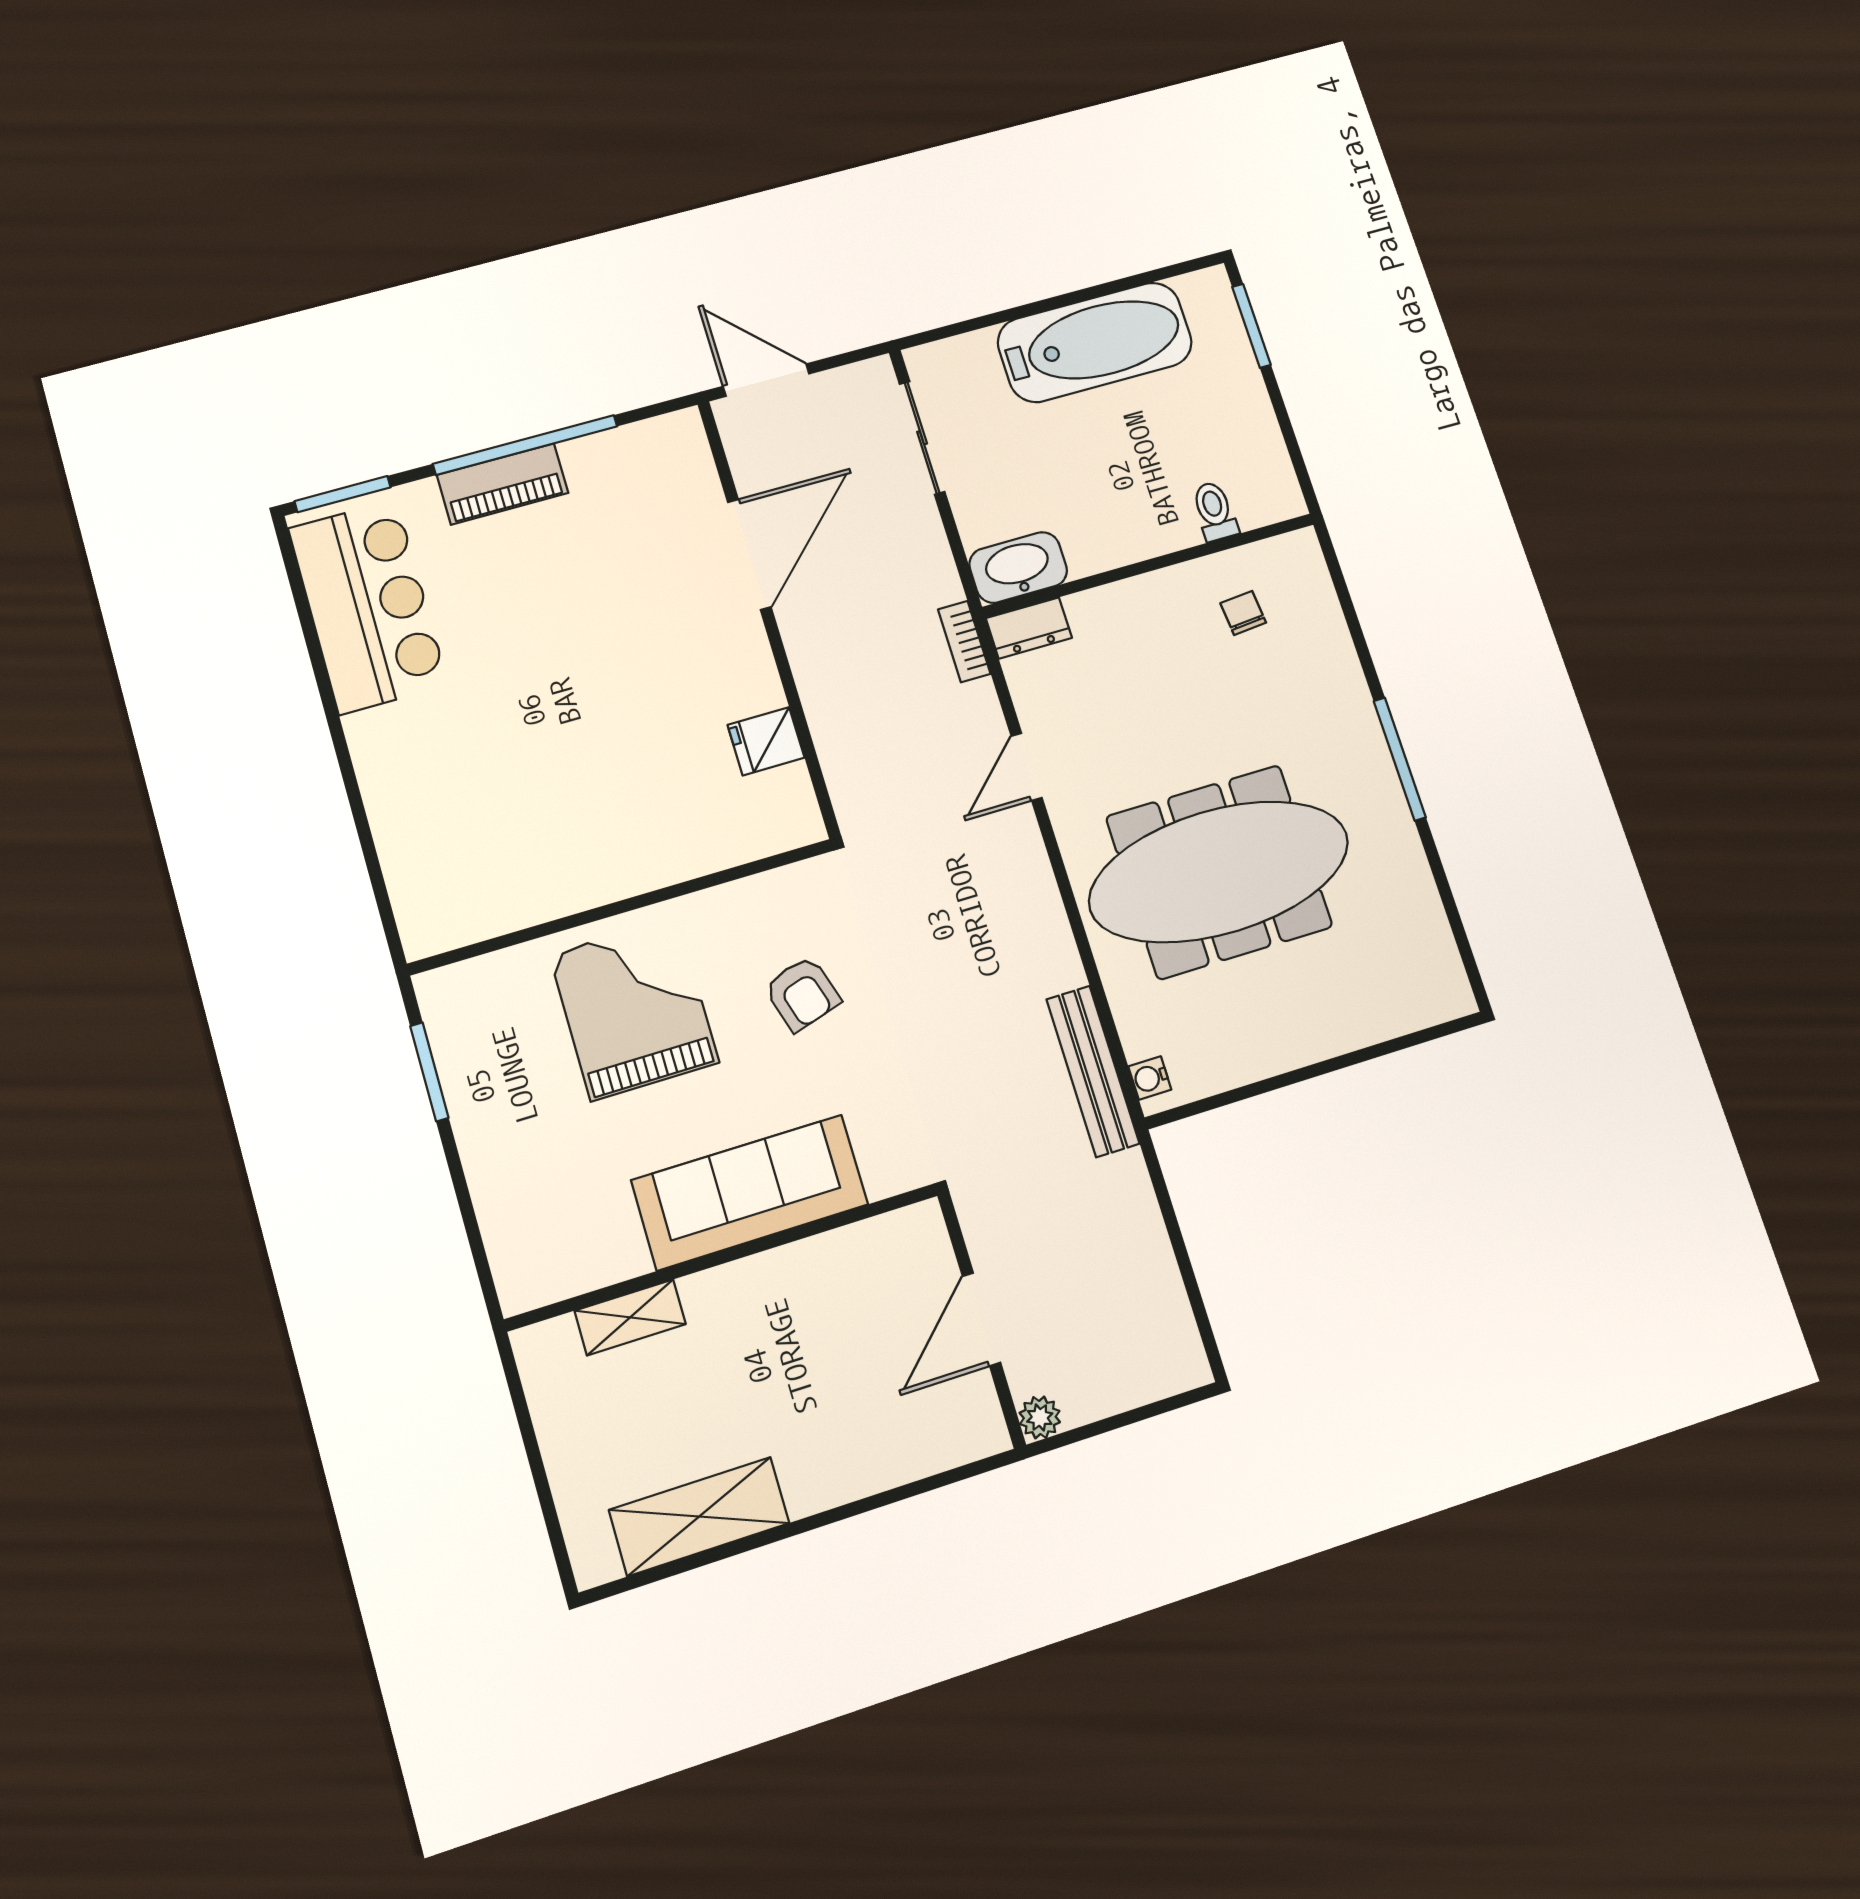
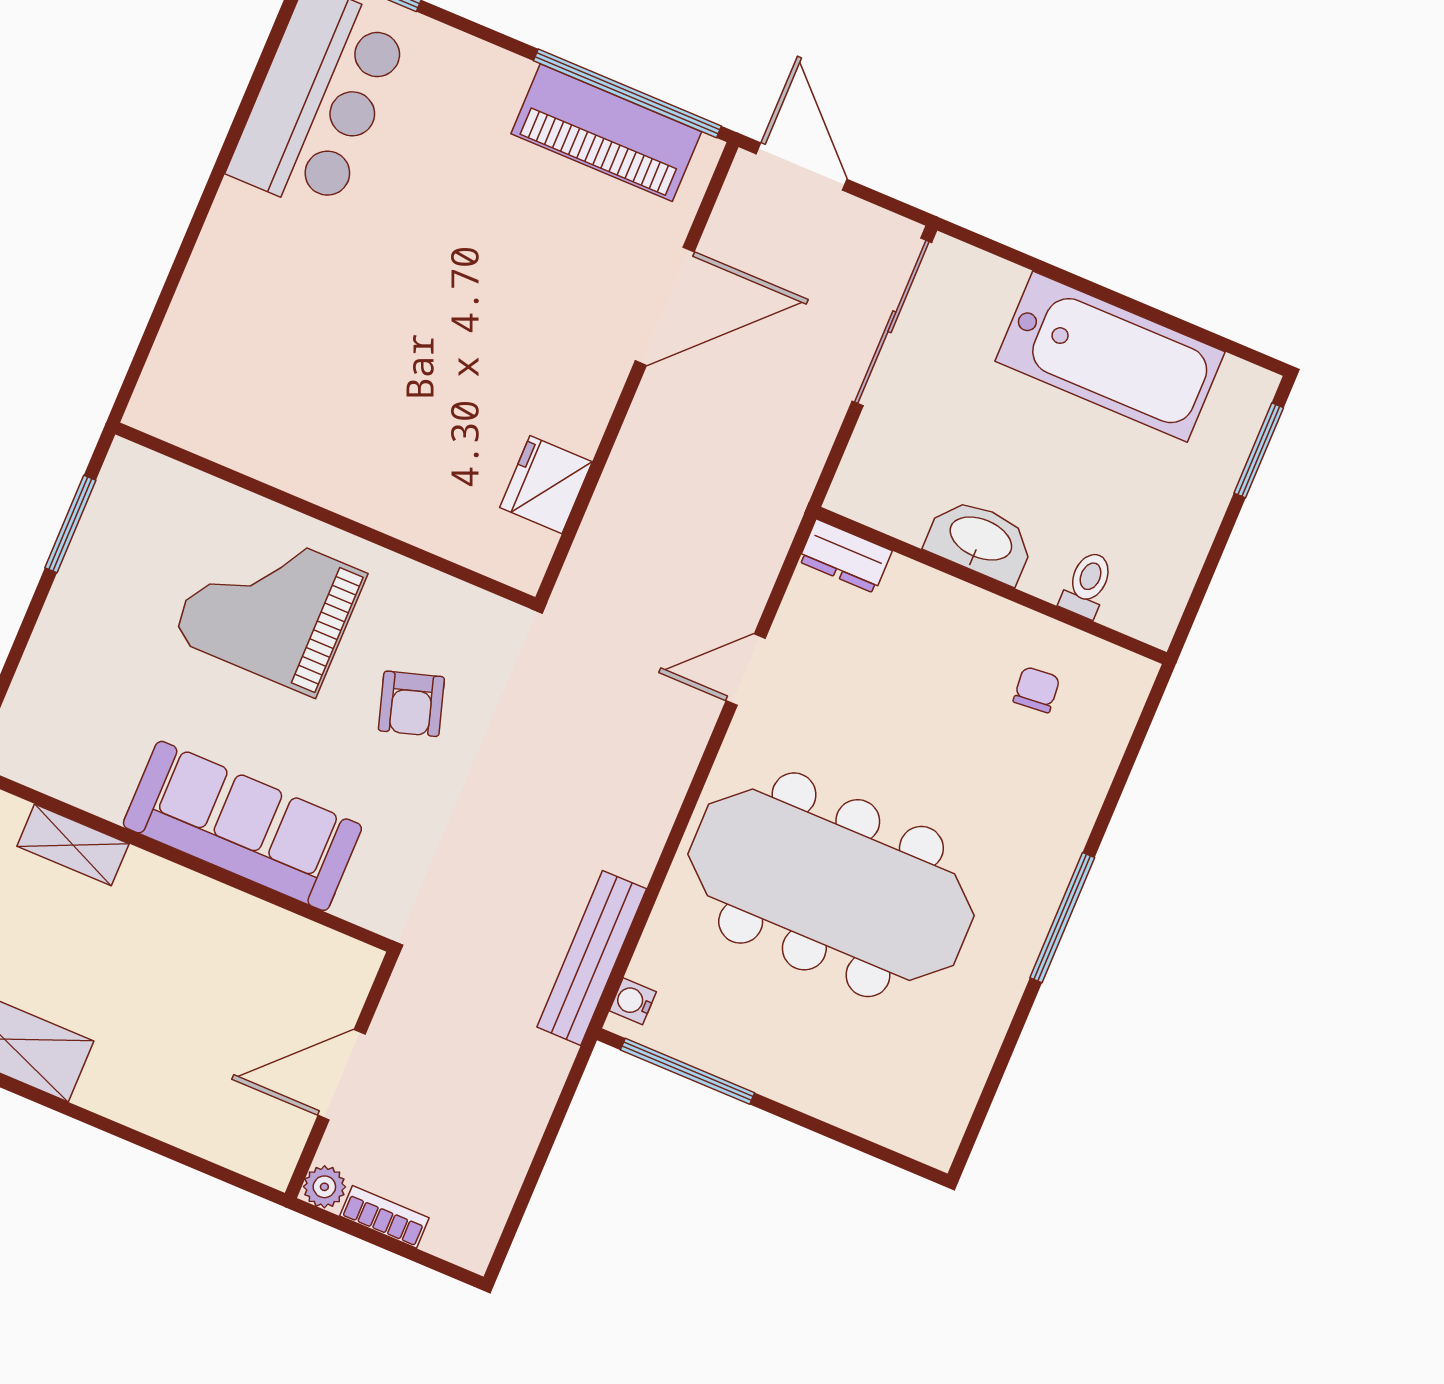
sliding door: (922, 438) -> (892, 322), width x1.37
window: (525, 445) -> (627, 93), moved
piano: (503, 484) -> (606, 133), moved, width x1.37, depth x1.33
washbasin: (1018, 567) -> (980, 540), moved
bookcase: (964, 642) -> (384, 1217), moved, turned 90
fridge: (766, 741) -> (546, 485), width x1.38
grand piano: (634, 1008) -> (269, 606), turned -90
window: (1233, 1096) -> (688, 1071), added

